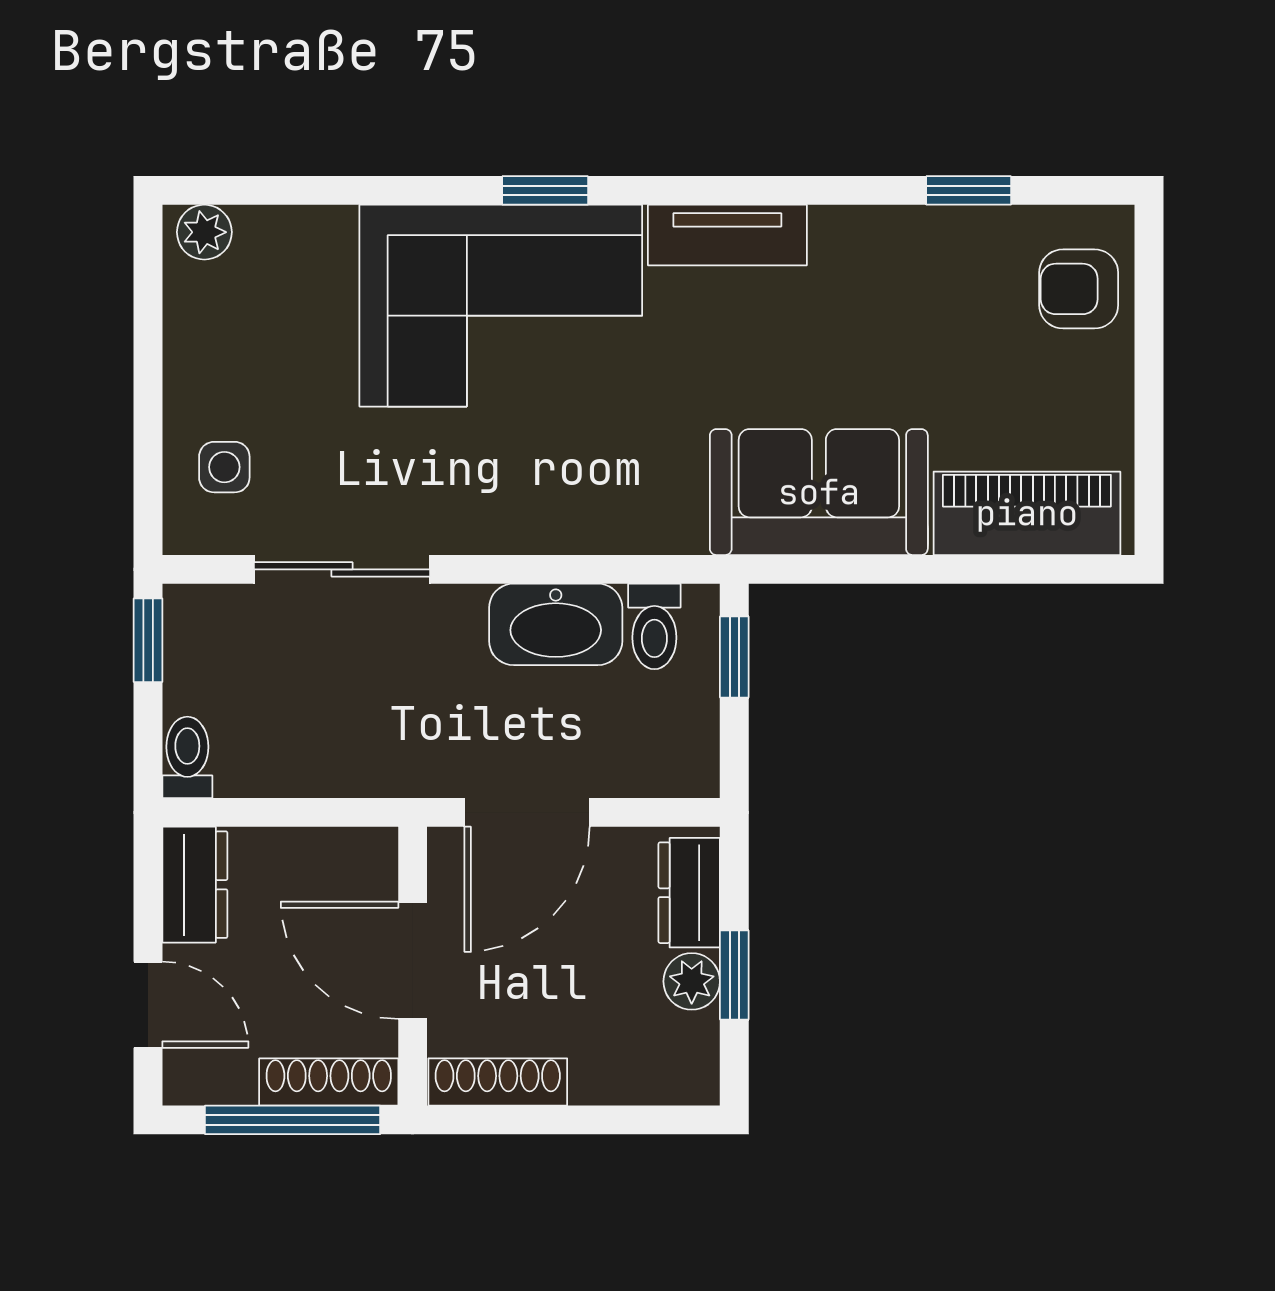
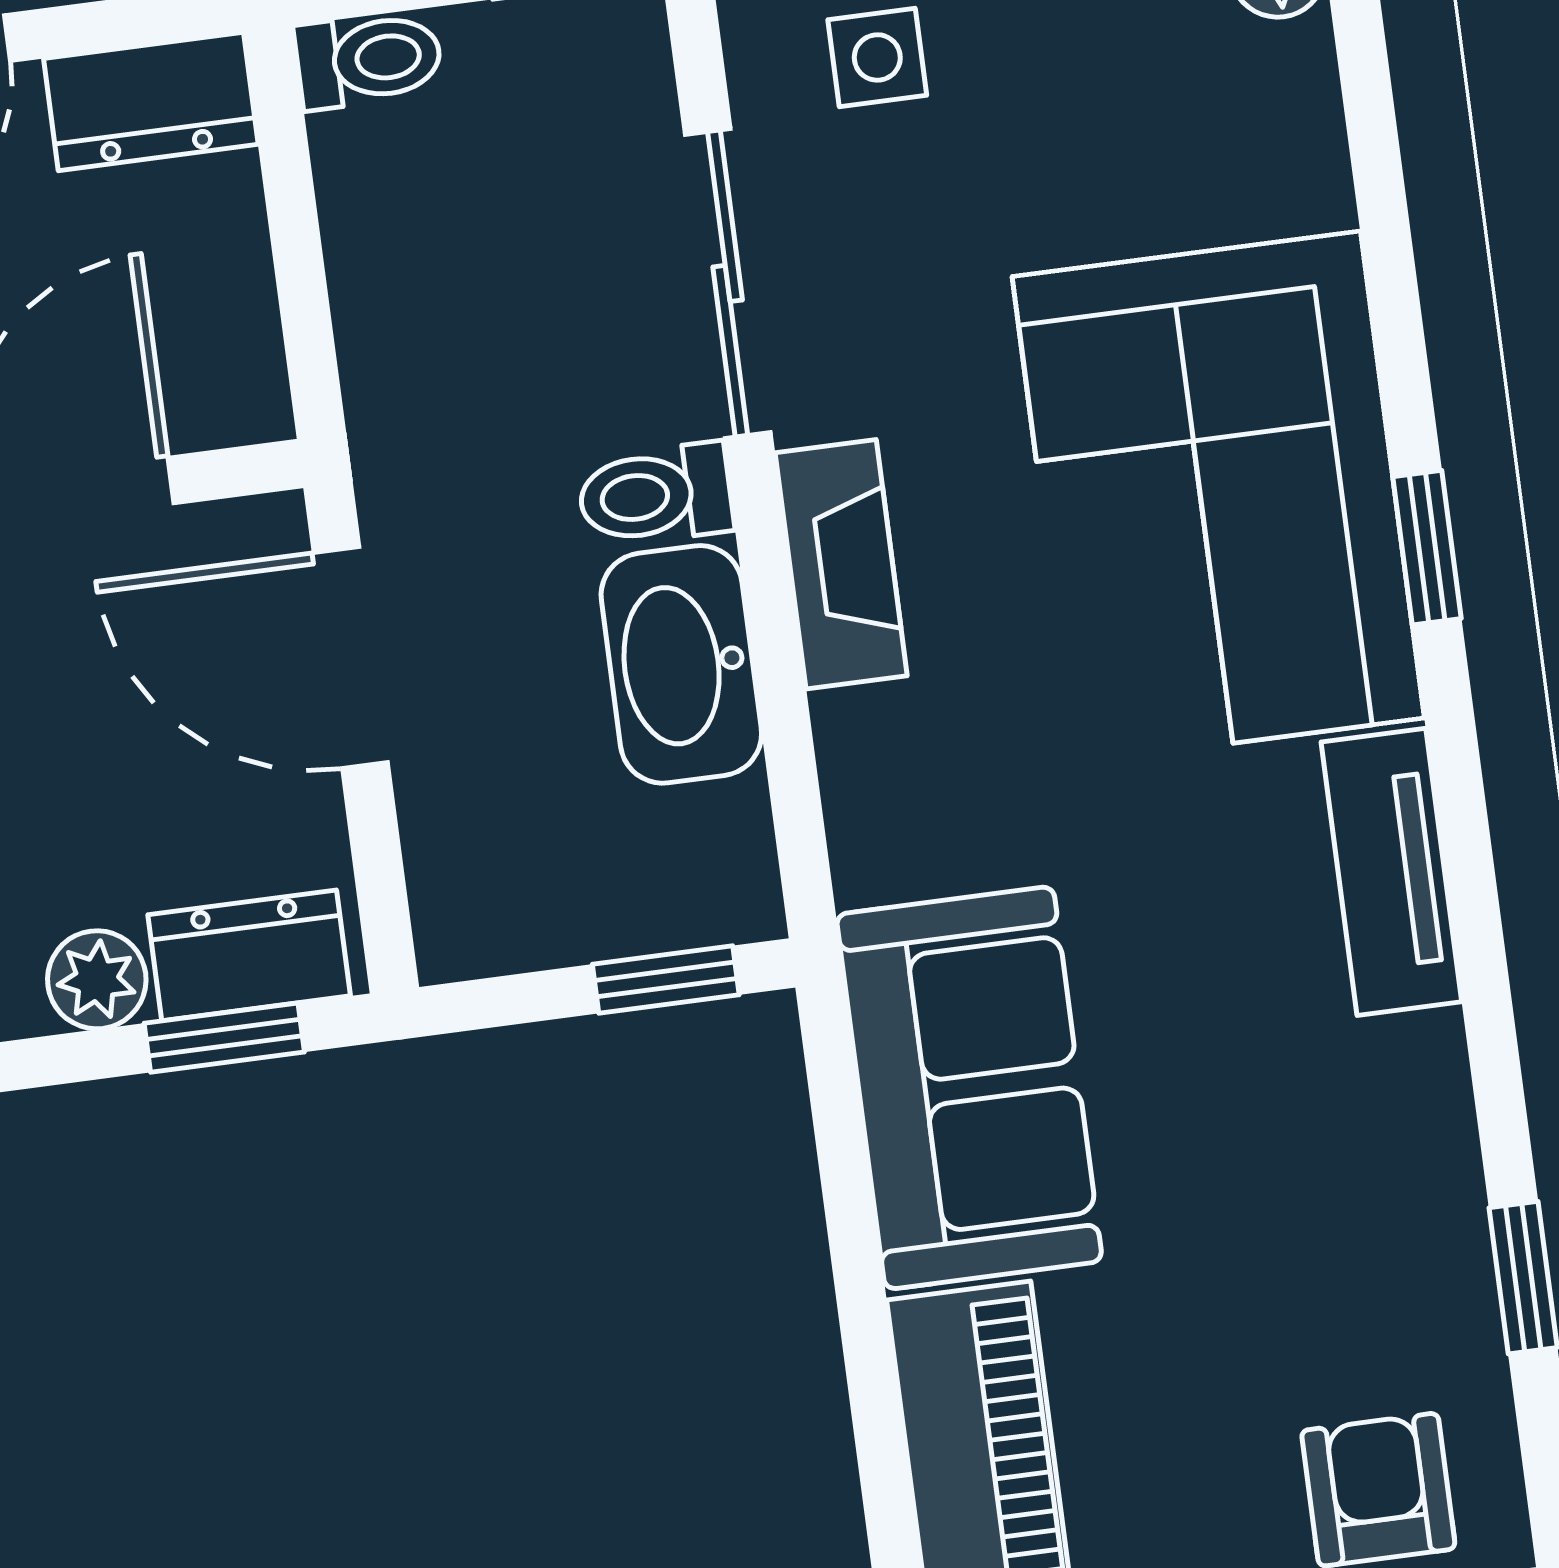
fireplace: (511, 526) -> (841, 564), added
toilet: (654, 626) -> (655, 495), moved
window: (734, 975) -> (224, 1038), moved

